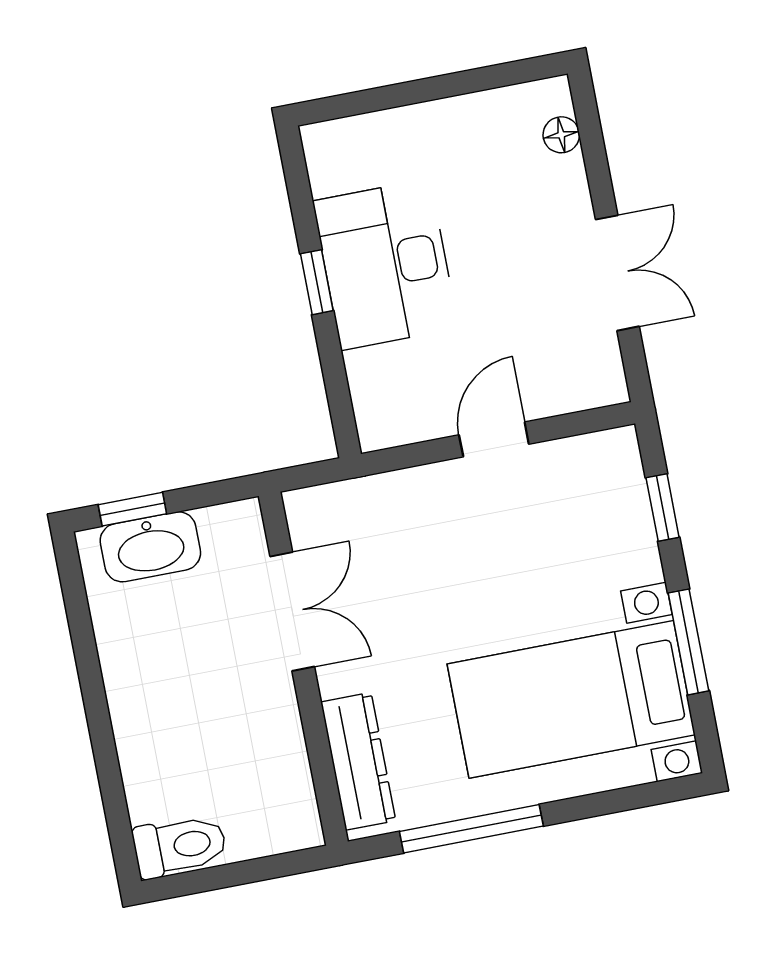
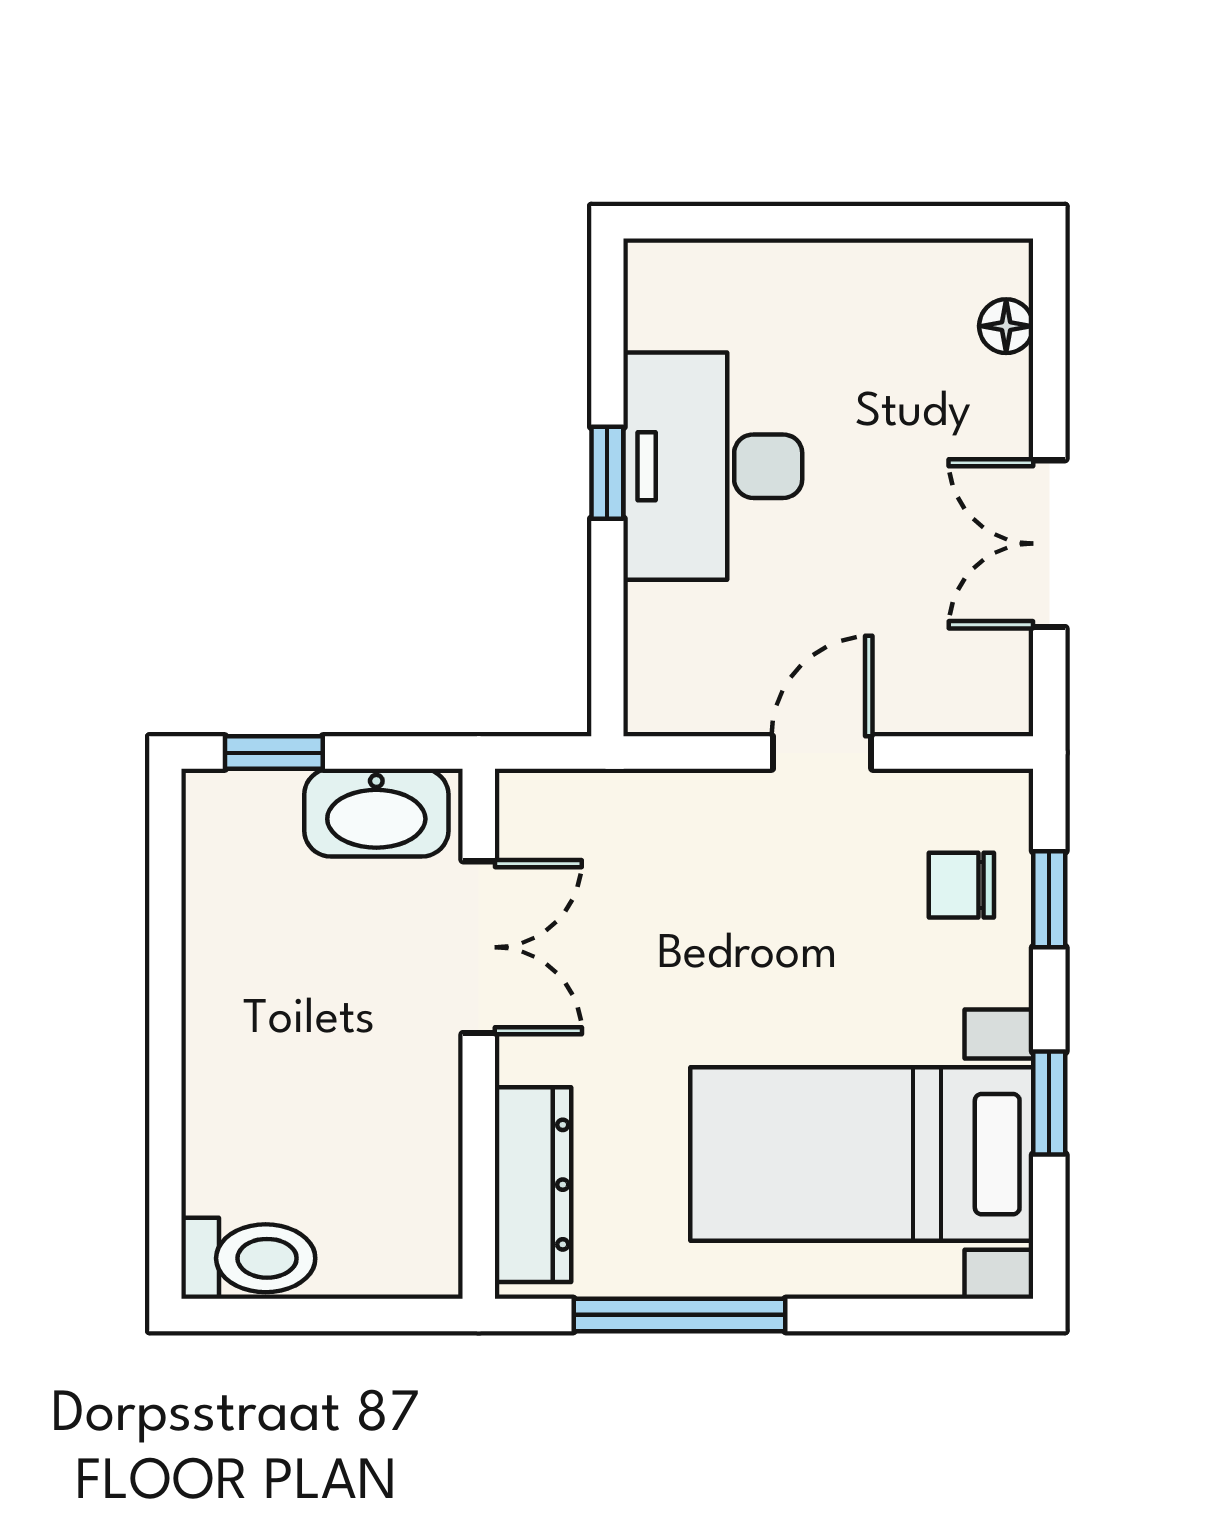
double door: (617, 273) -> (1049, 544), swing flipped
chair: (603, 509) -> (961, 885), added
washbasin: (150, 547) -> (376, 813), moved
window: (688, 642) -> (1049, 1103), width x0.67

